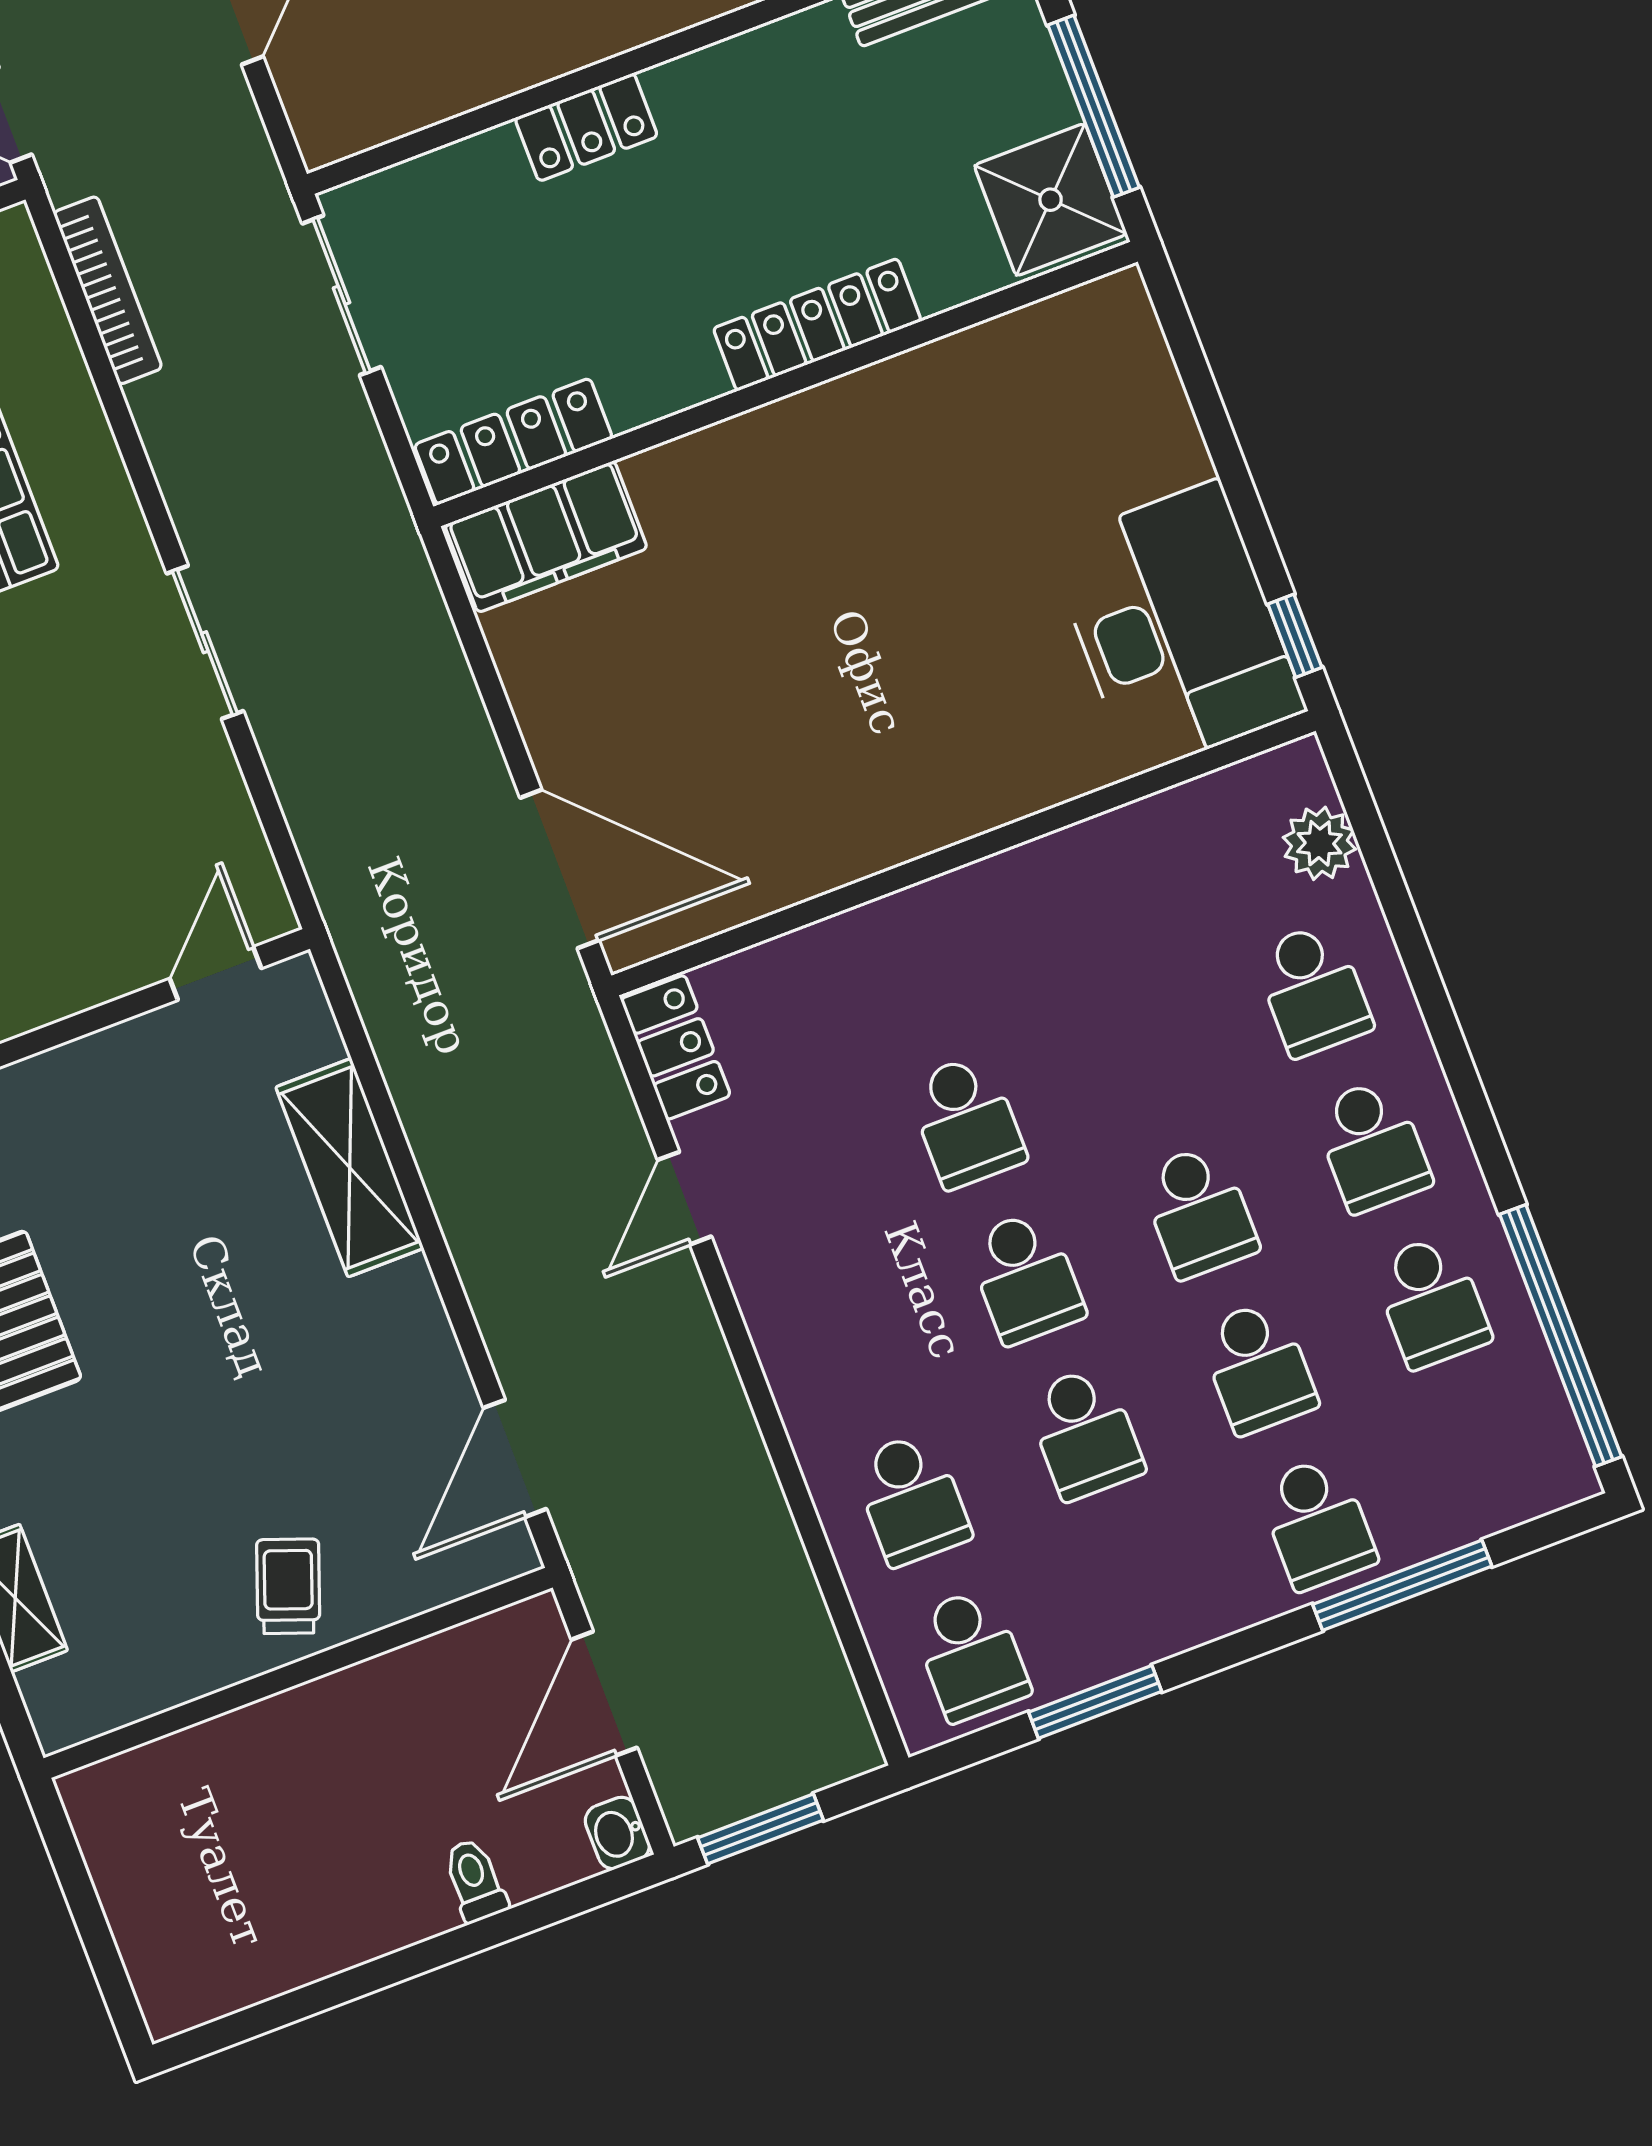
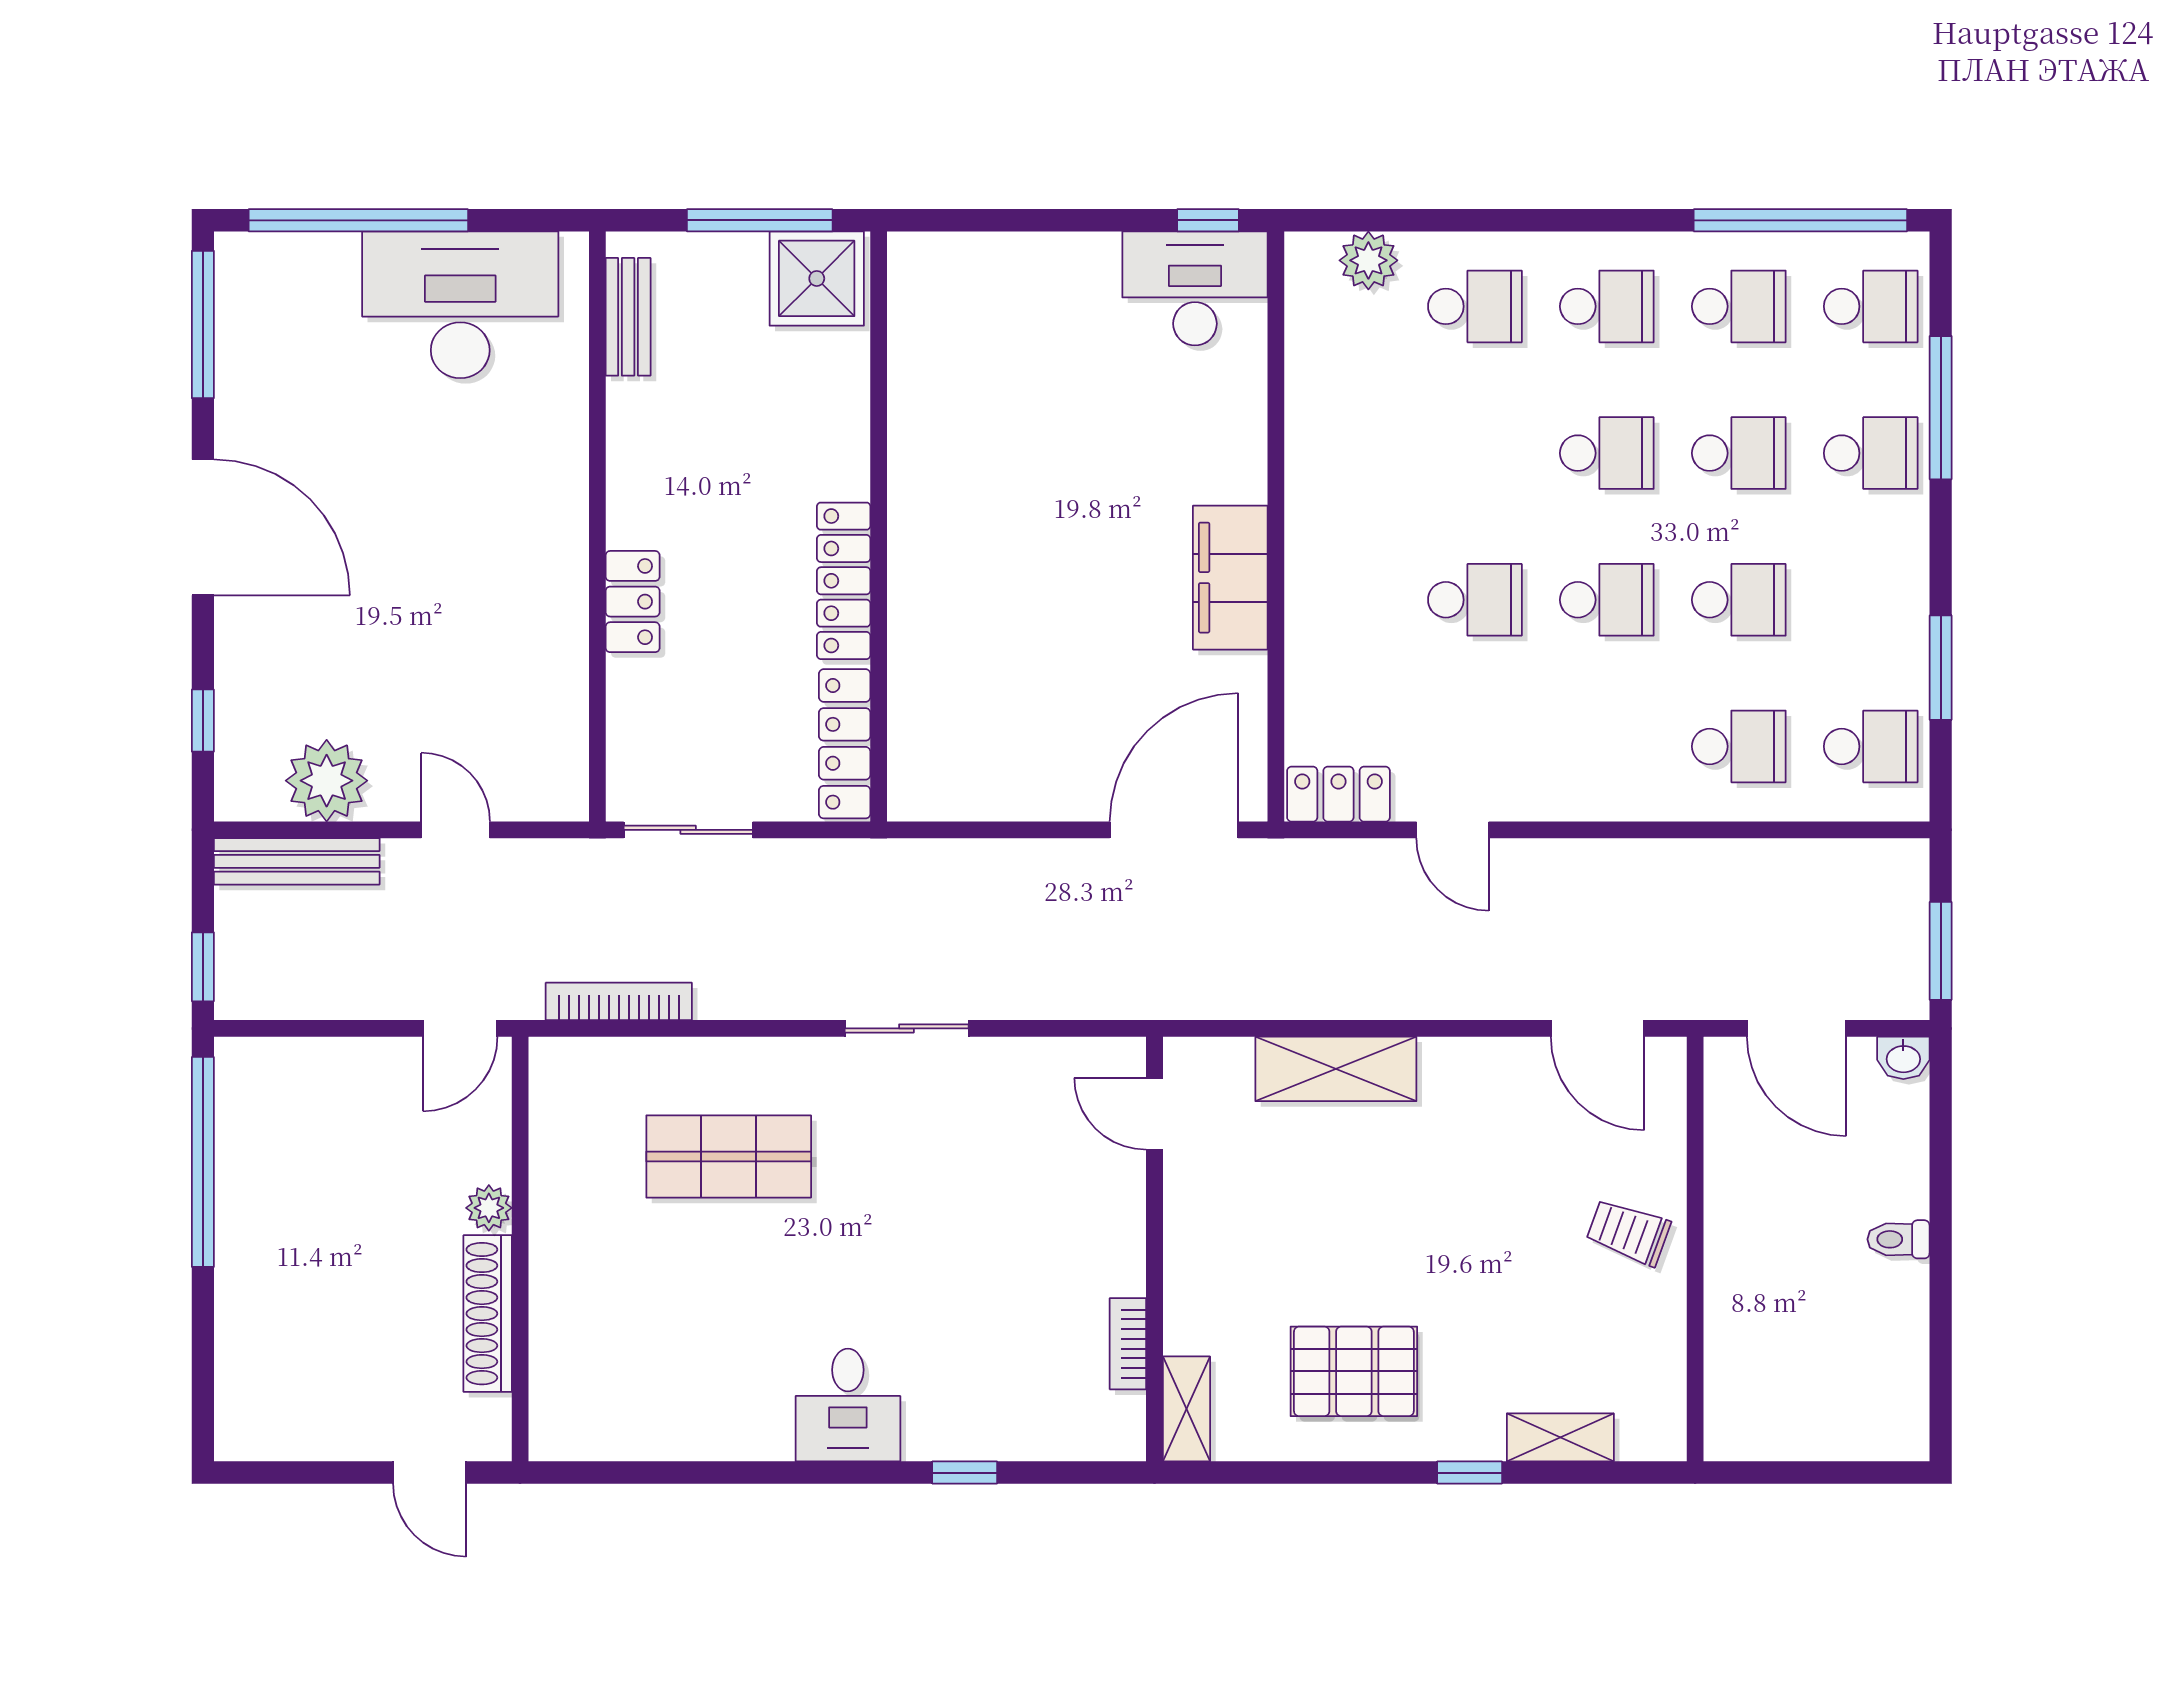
locker: (817, 325) -> (844, 581), moved
filing cabinet: (546, 537) -> (1230, 578), moved, turned 180
desk: (1176, 627) -> (1195, 288), width x0.73, depth x0.77
school desk: (1490, 1457) -> (1871, 306), added
toilet: (475, 1880) -> (1898, 1239), moved

